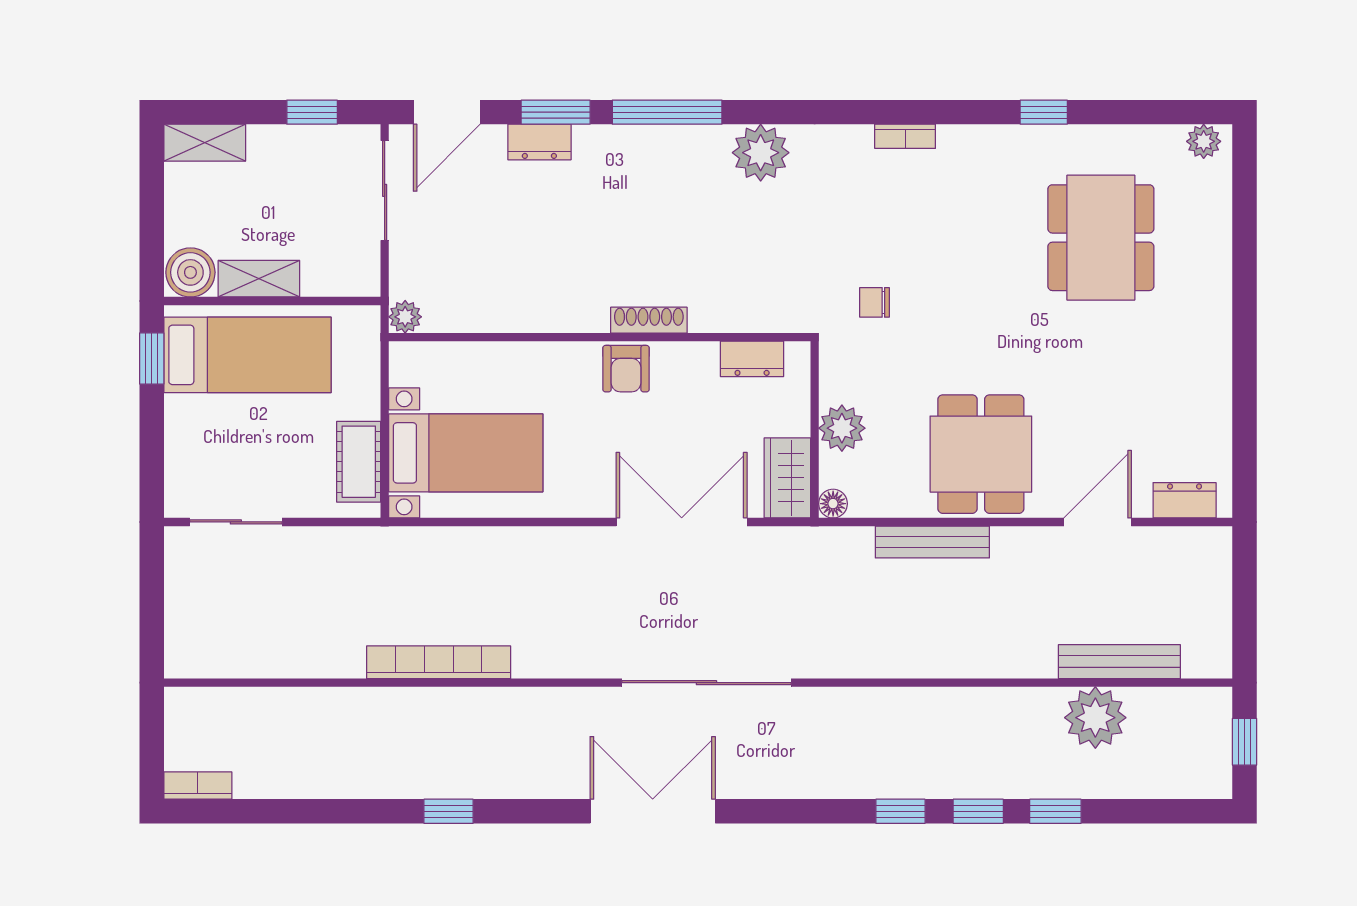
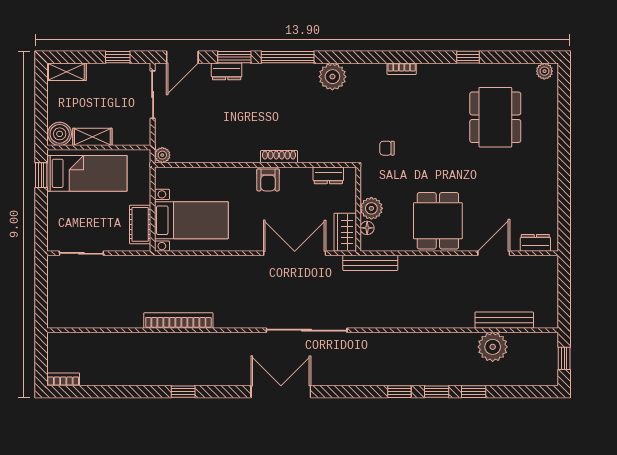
floor lamp: (833, 504) -> (367, 228), moved
bench: (932, 542) -> (370, 263), moved

